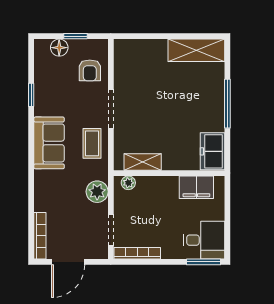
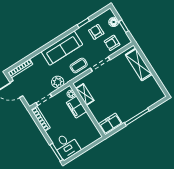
shelving: (196, 50) -> (139, 64), moved
armchair: (58, 84) -> (96, 32), added
sofa: (49, 143) -> (62, 48), width x1.36
filing cabinet: (196, 187) -> (76, 107), moved

